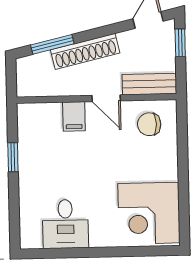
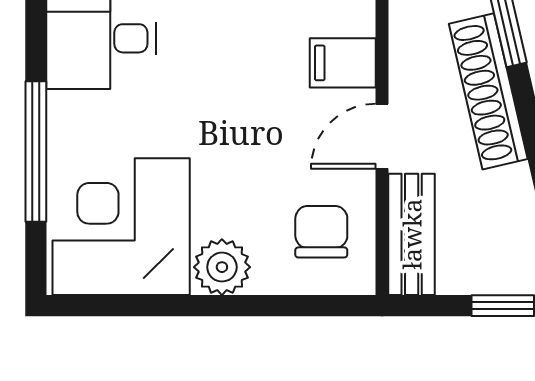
plant: (166, 168) -> (222, 267), added
window: (116, 252) -> (36, 152), added

